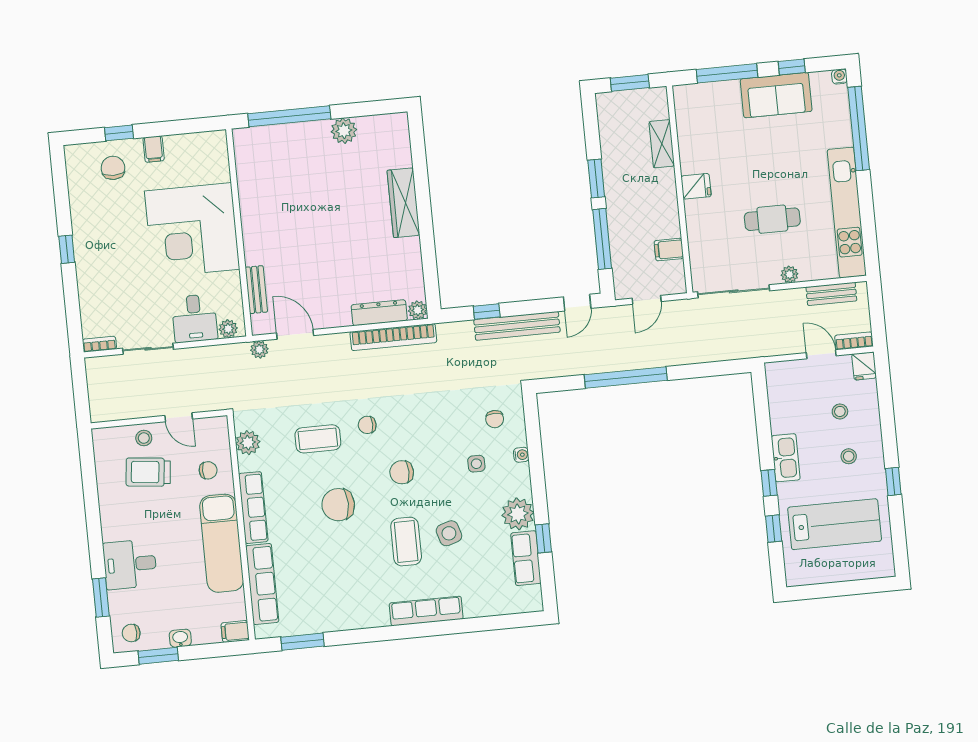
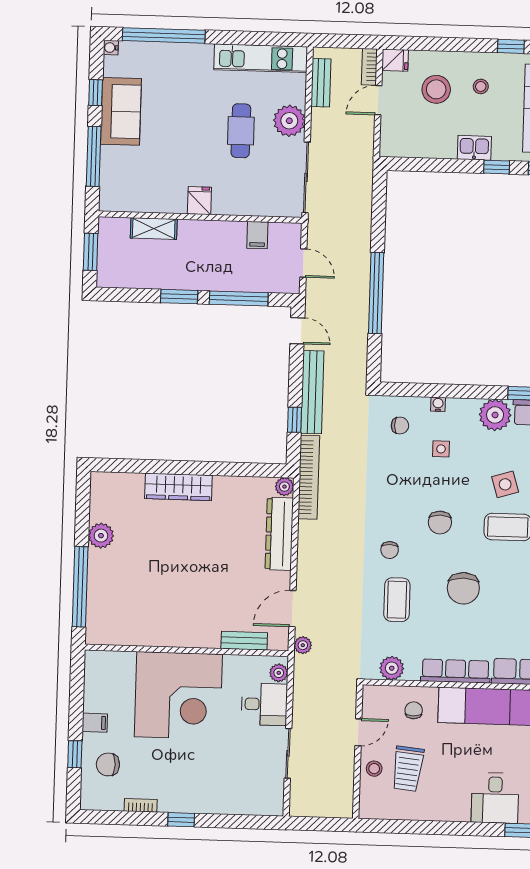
kitchen unit: (847, 212) -> (261, 58), width x0.73
plant: (790, 274) -> (289, 121), width x1.88, depth x1.88
dresser: (379, 313) -> (279, 534), width x1.37, depth x1.24
bookcase: (393, 337) -> (309, 477), moved
bookcase: (99, 344) -> (141, 805), moved, turned 90
stool: (840, 411) -> (436, 89), width x1.89, depth x1.89
kitchen sink: (786, 458) -> (474, 148), width x0.73

